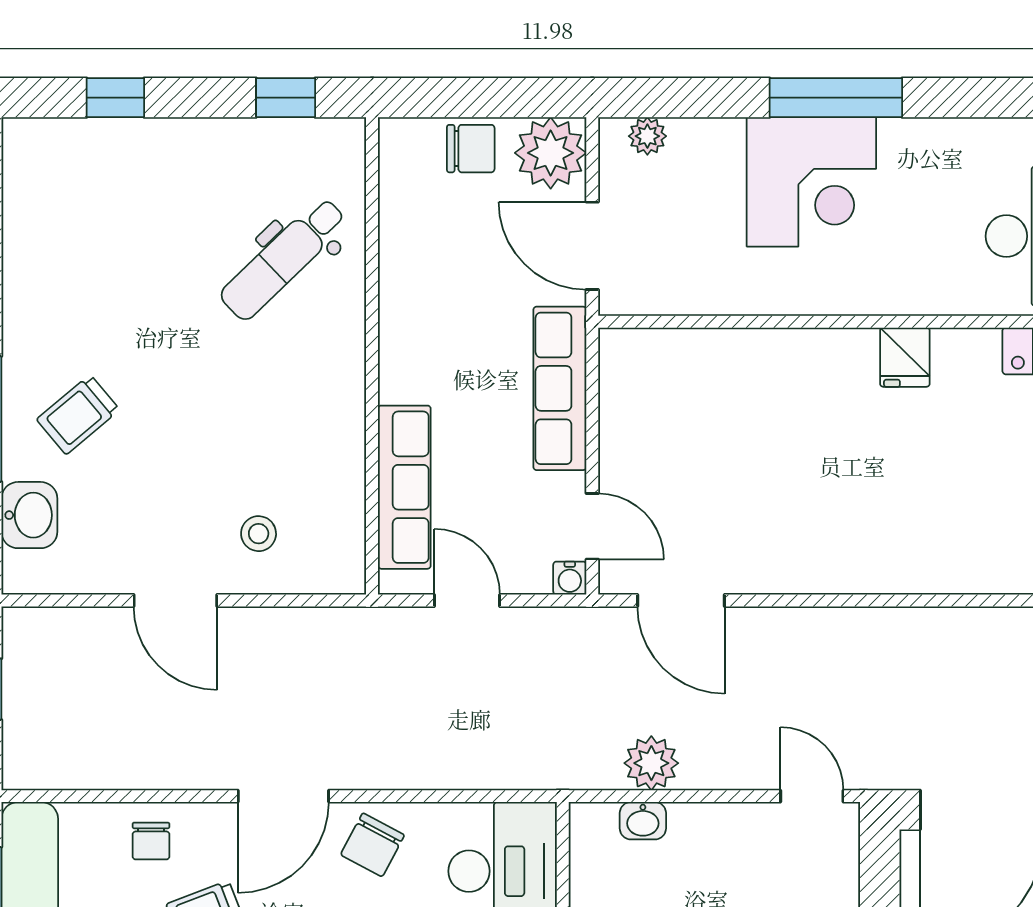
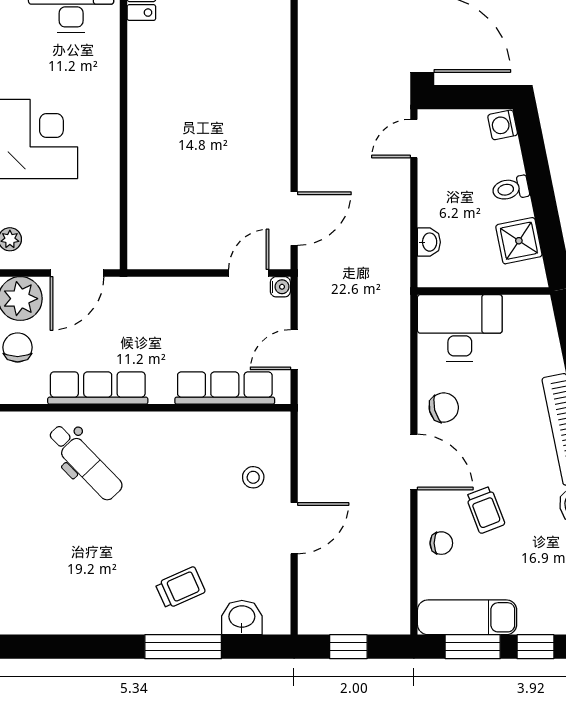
fridge: (905, 357) -> (145, 82), removed
row of seats: (560, 388) -> (98, 388), moved, turned 180
trolley: (78, 415) -> (180, 588), turned -74
plant: (651, 763) -> (394, 237), removed
chair: (372, 845) -> (444, 408), turned -42

